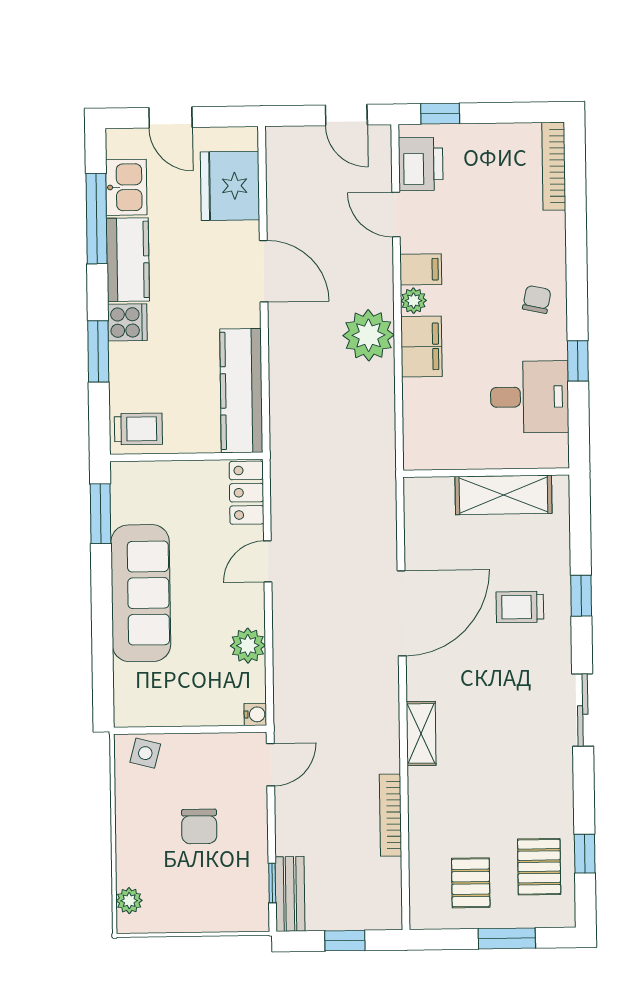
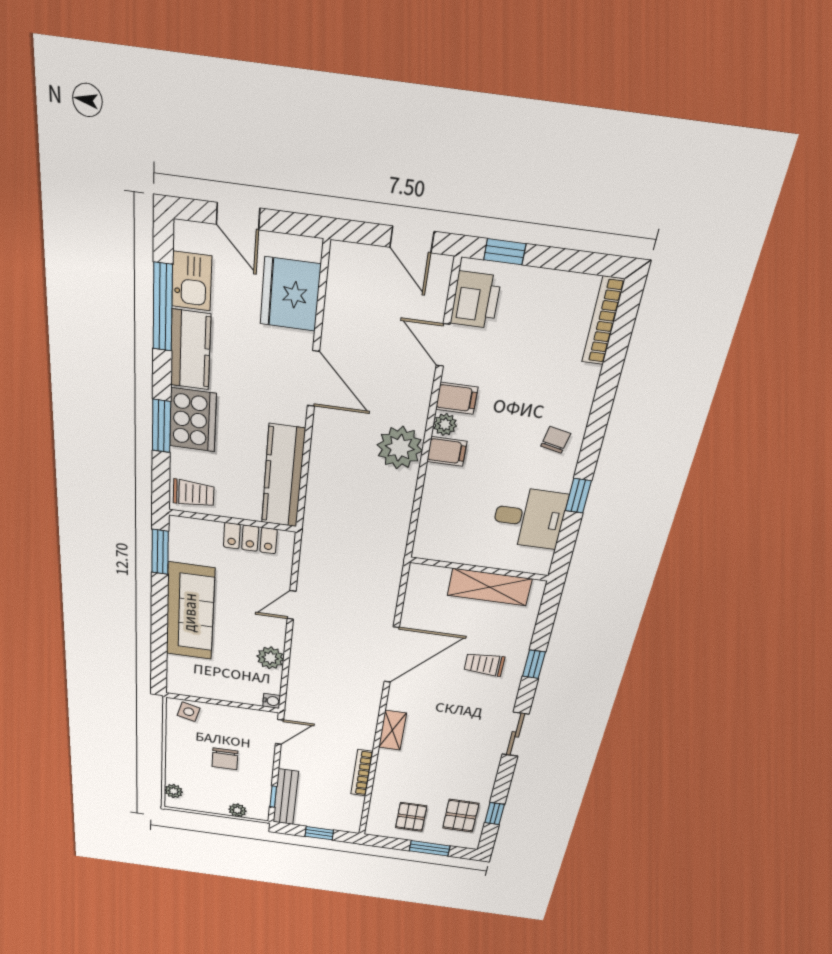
cooker: (127, 322) -> (193, 420), width x1.87, depth x1.31
filing cabinet: (421, 347) -> (447, 451), width x0.50
locker: (247, 493) -> (250, 538), moved, turned -90
bench: (290, 894) -> (286, 797), width x1.36
plant: (223, 919) -> (237, 810), added

